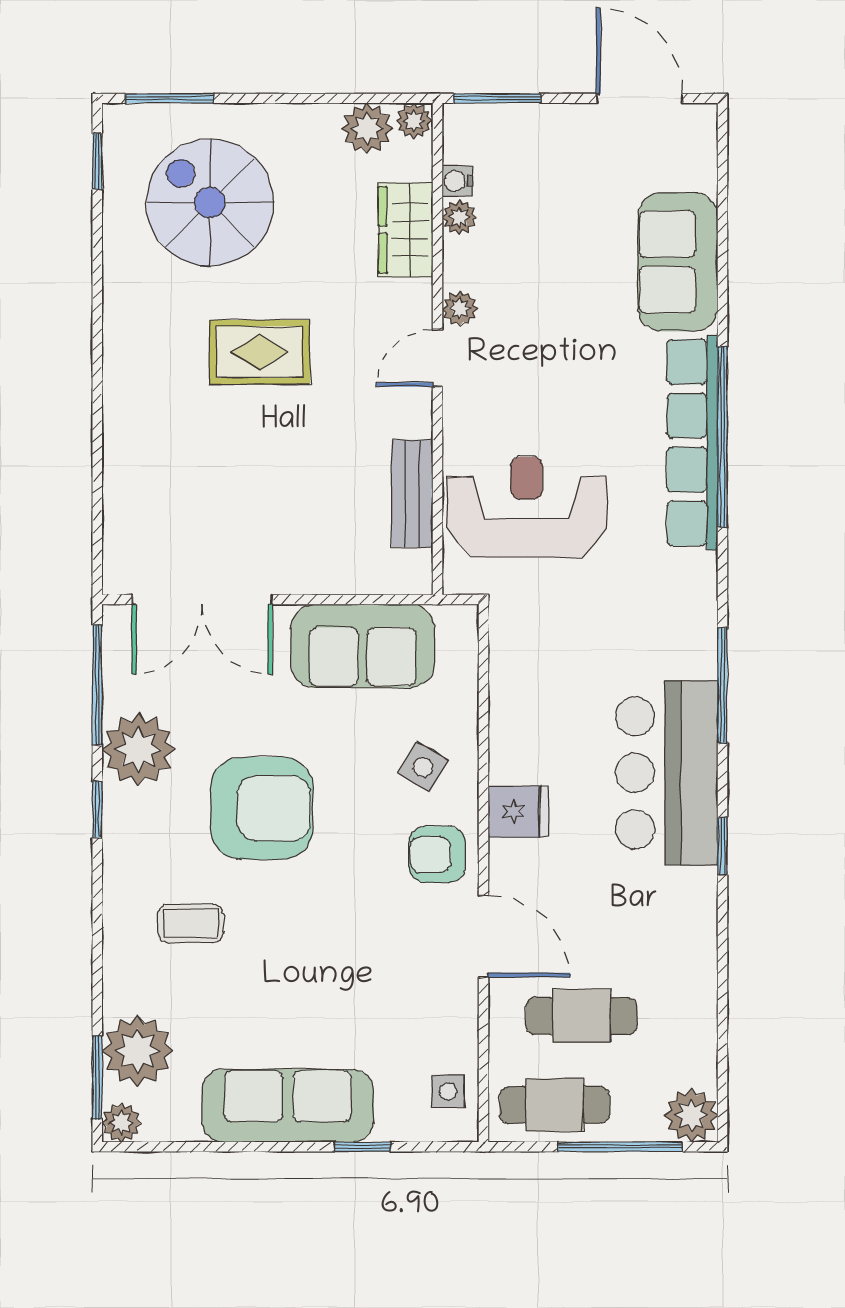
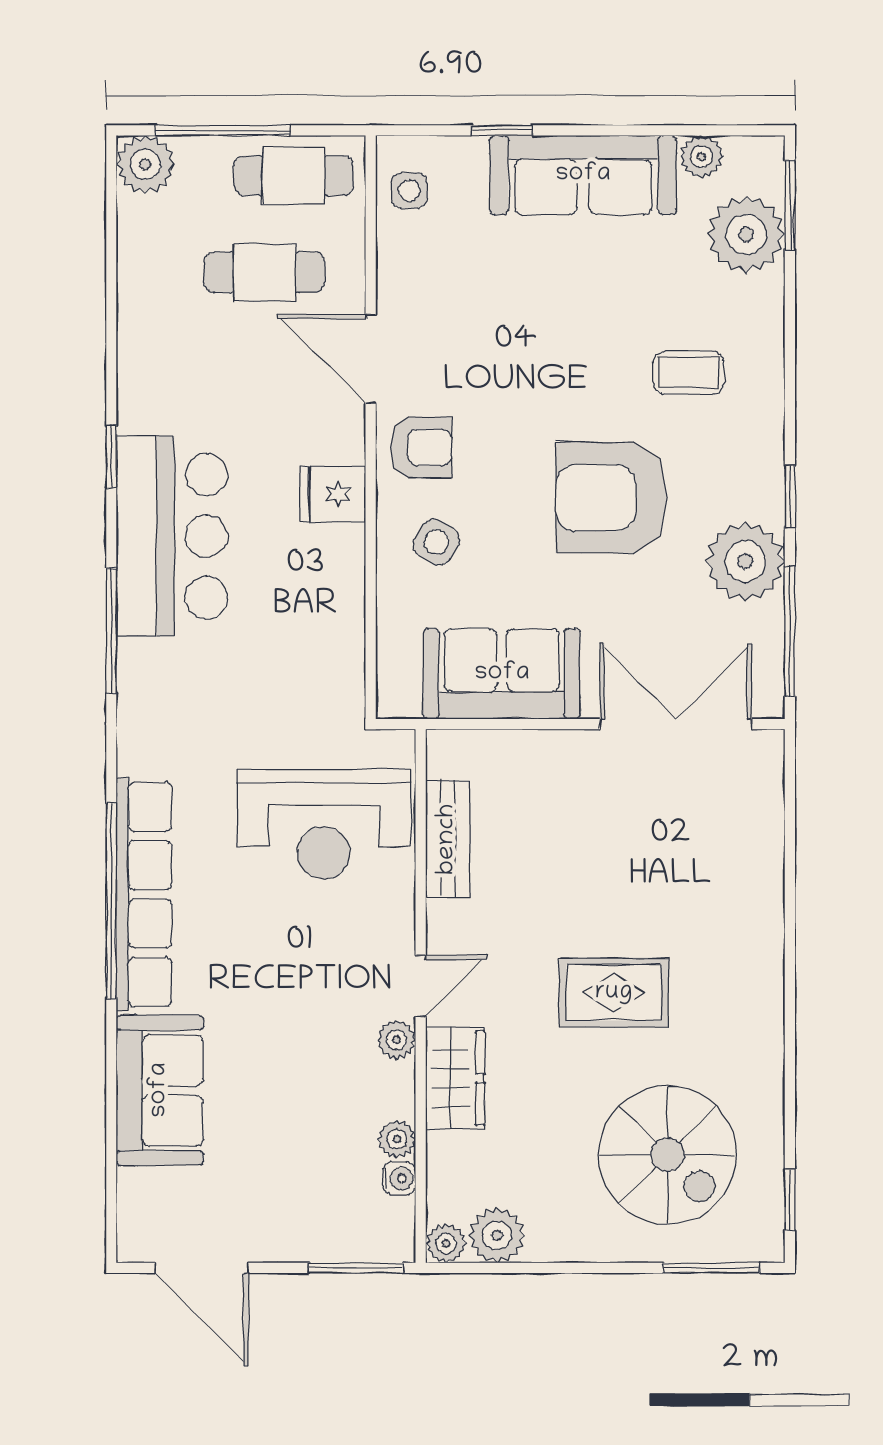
wardrobe: (406, 230) -> (455, 1078), moved
plant: (121, 1123) -> (702, 157), moved

